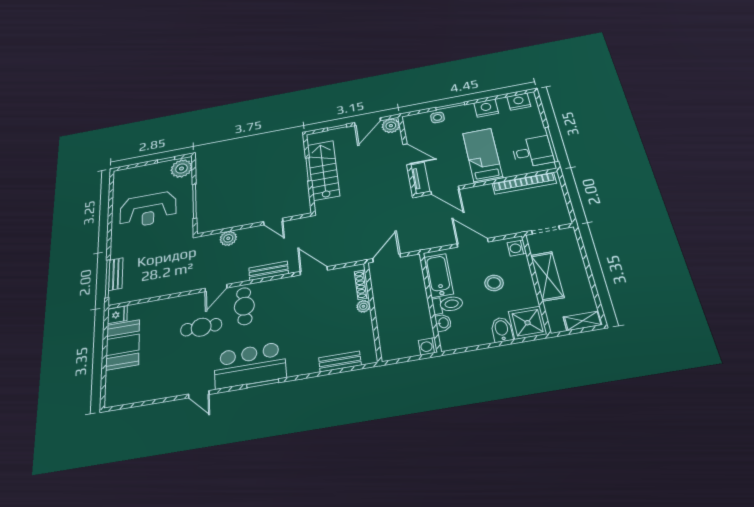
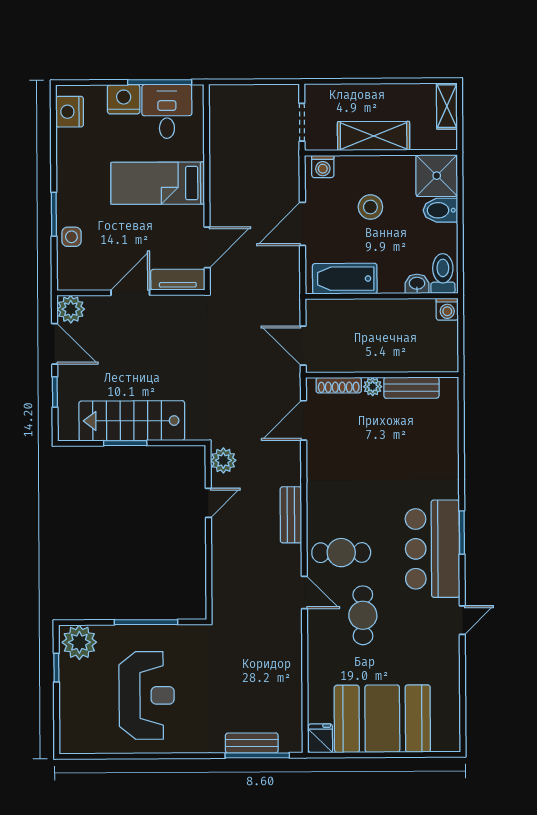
nightstand: (486, 108) -> (124, 99), moved, turned 90
bookcase: (524, 183) -> (219, 135), removed
plant: (228, 238) -> (223, 460), moved
door: (314, 271) -> (304, 420), moved
toilet: (448, 304) -> (443, 273), moved
booth: (123, 345) -> (382, 719), width x1.36, depth x1.42
bench: (340, 361) -> (411, 388), moved, turned 90

